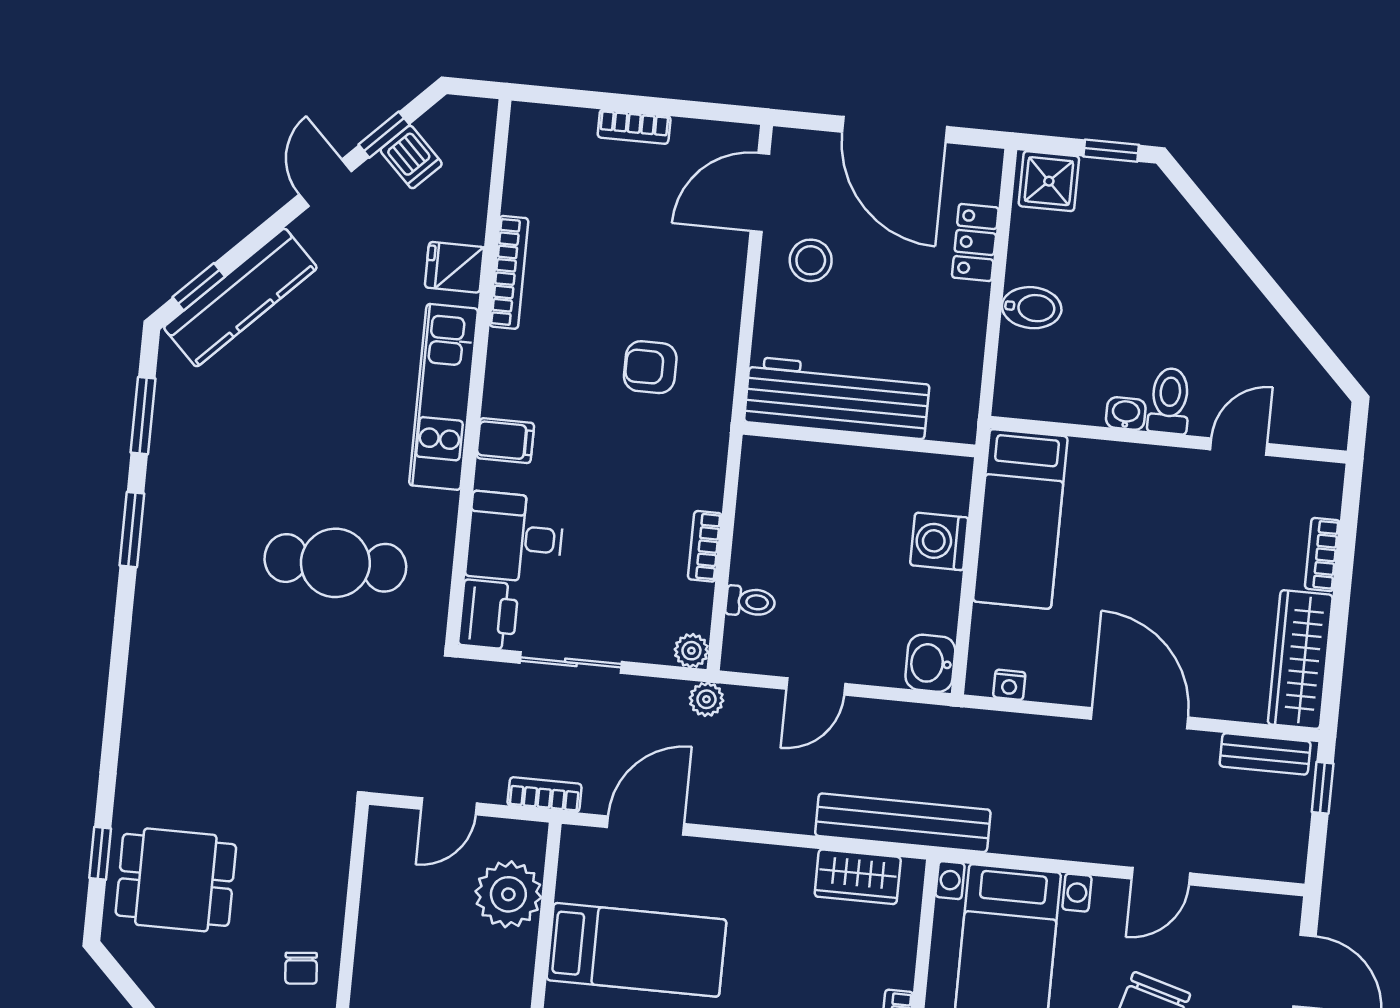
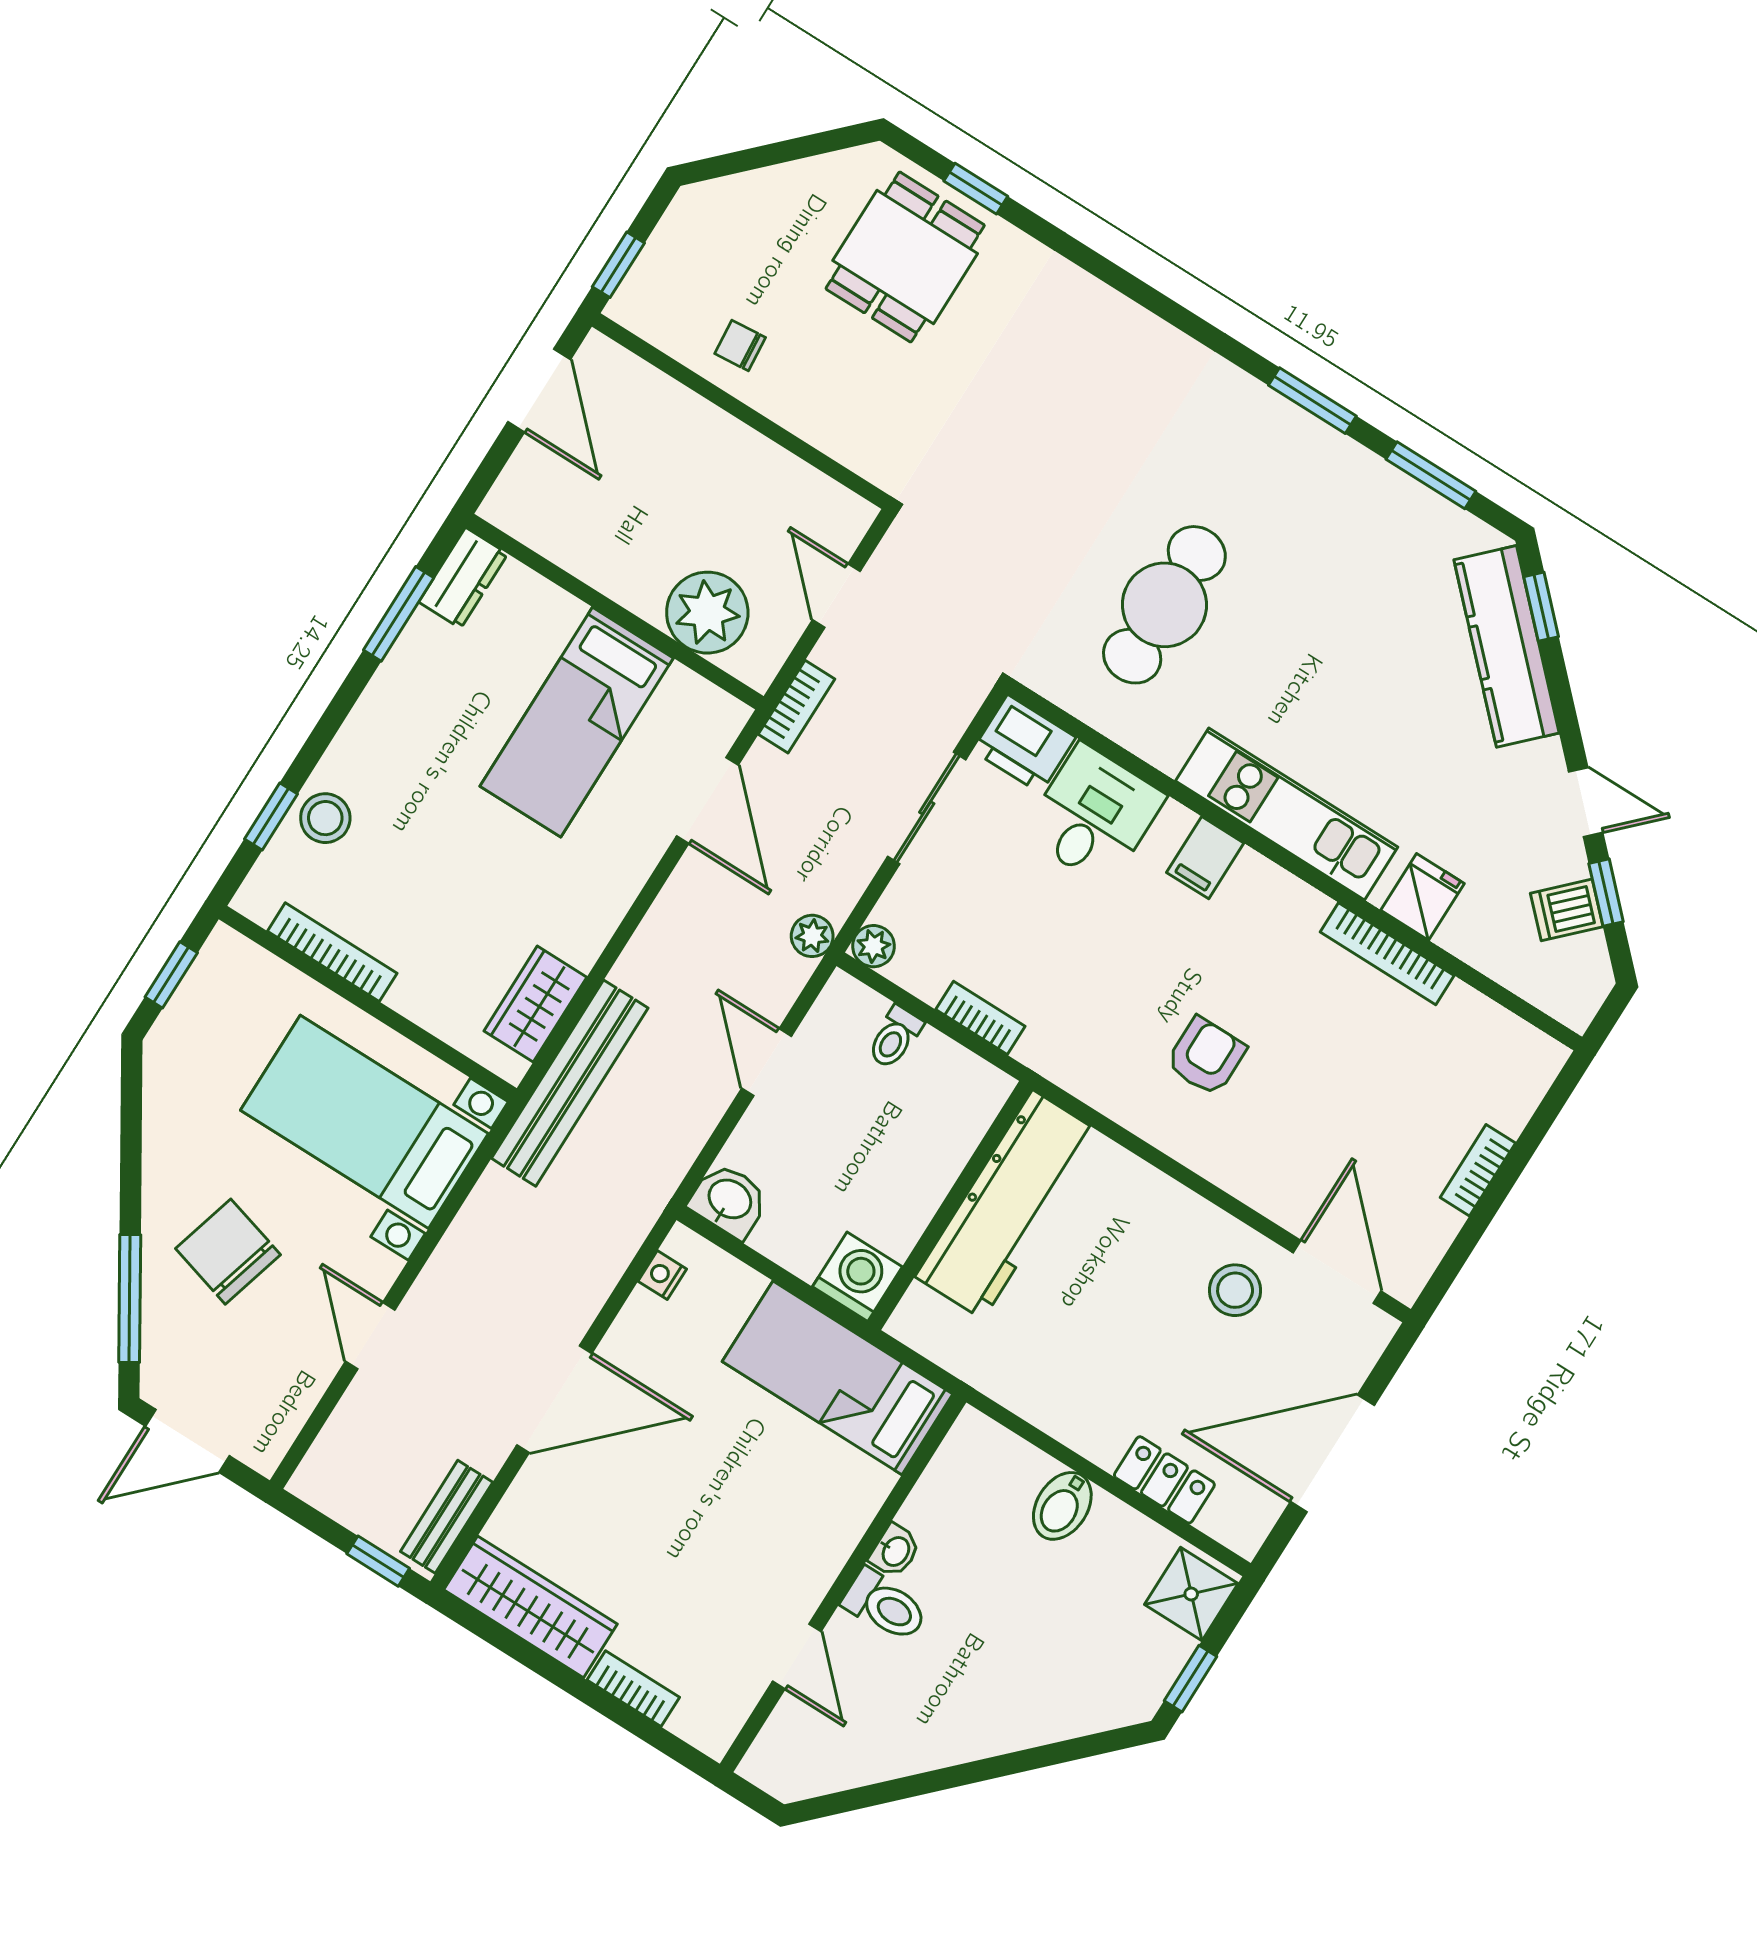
workbench: (837, 398) -> (1008, 1205), moved
wall: (859, 440) -> (950, 1206), moved

